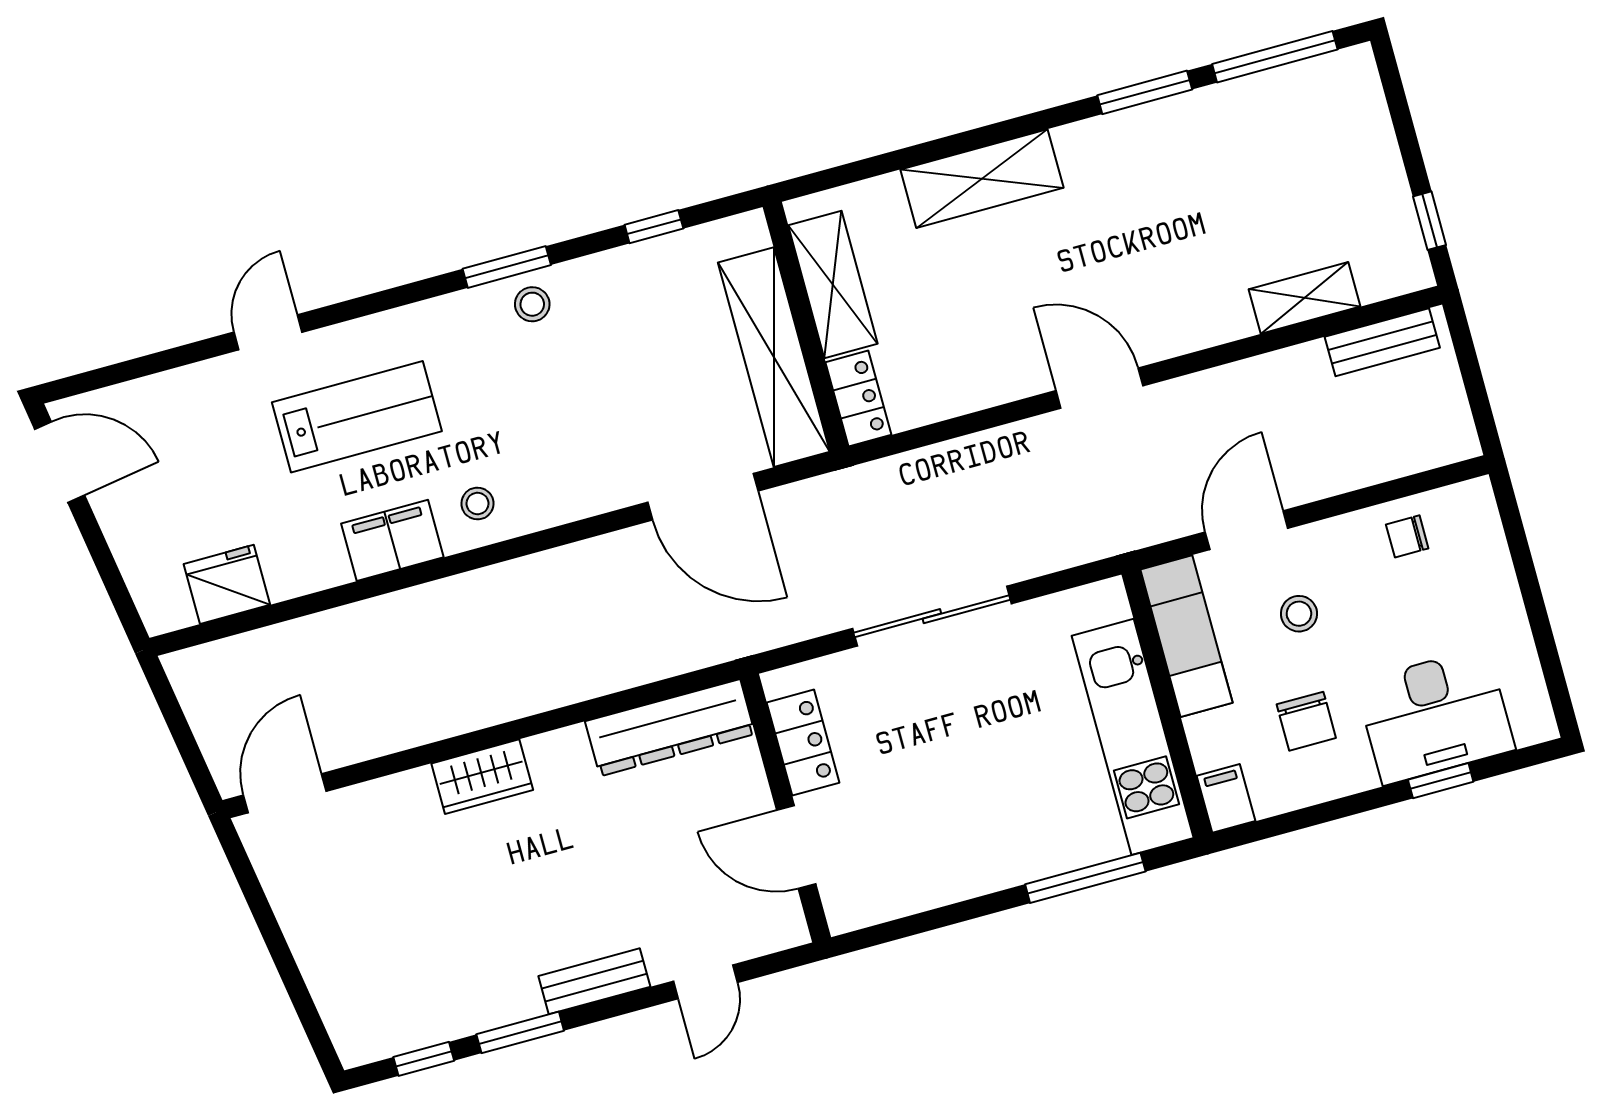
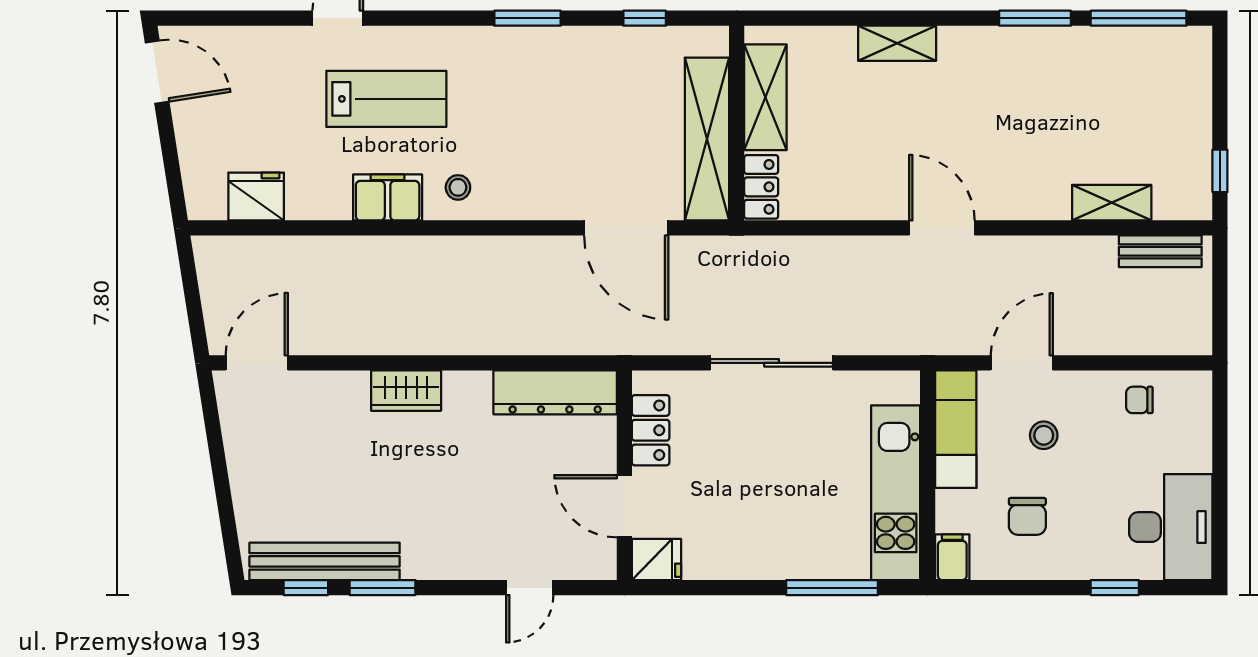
shelving: (982, 179) -> (897, 43), width x0.67, depth x0.75
stool: (532, 304) -> (539, 51), removed
desk: (1435, 716) -> (1171, 527), moved, turned -90
fridge: (855, 903) -> (656, 559), added
bench: (594, 981) -> (325, 561), moved, width x1.86, depth x1.21

